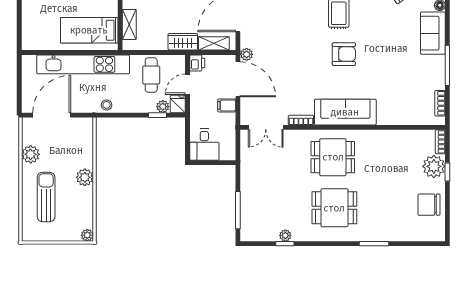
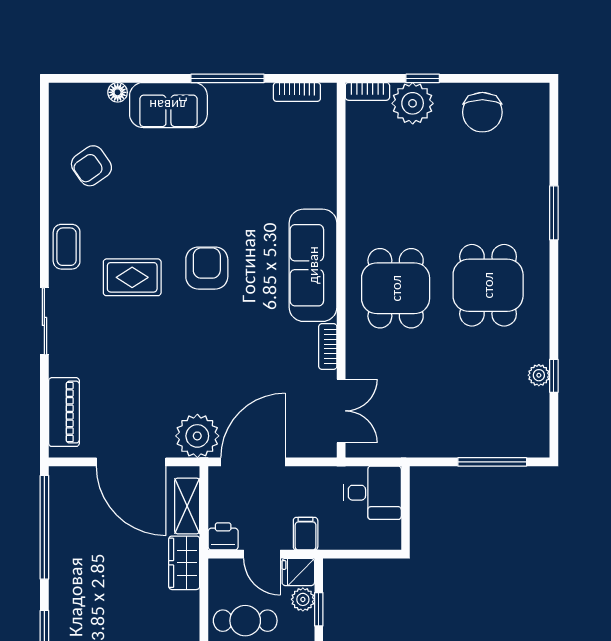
plant: (247, 54) -> (197, 436), width x1.87, depth x1.87
filing cabinet: (227, 105) -> (306, 534), moved, turned 180
desk: (204, 145) -> (372, 493), moved

